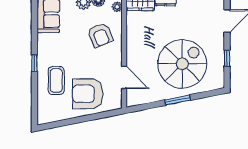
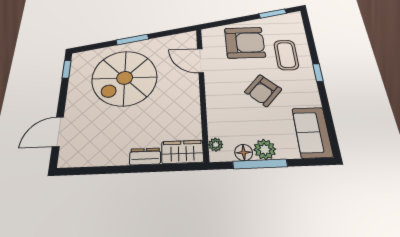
armchair: (100, 35) -> (263, 91), moved, turned -116
window: (227, 58) -> (67, 69), moved
window: (61, 123) -> (273, 13), added

